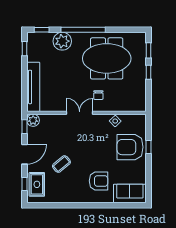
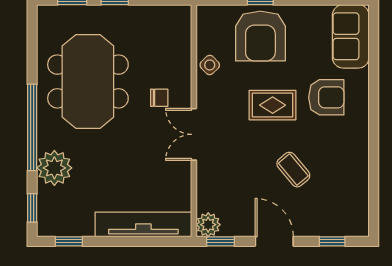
armchair: (99, 181) -> (326, 97), turned 90
rug: (37, 184) -> (273, 105), moved

